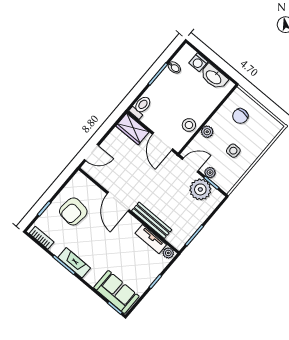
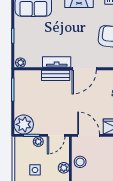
plant: (200, 189) -> (24, 124), moved
door: (118, 202) -> (84, 69), swing flipped
bench: (152, 220) -> (56, 75), width x0.73
tv unit: (151, 239) -> (57, 62), moved

